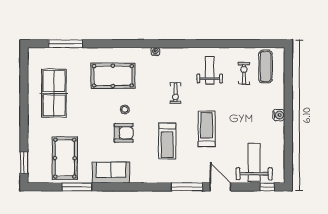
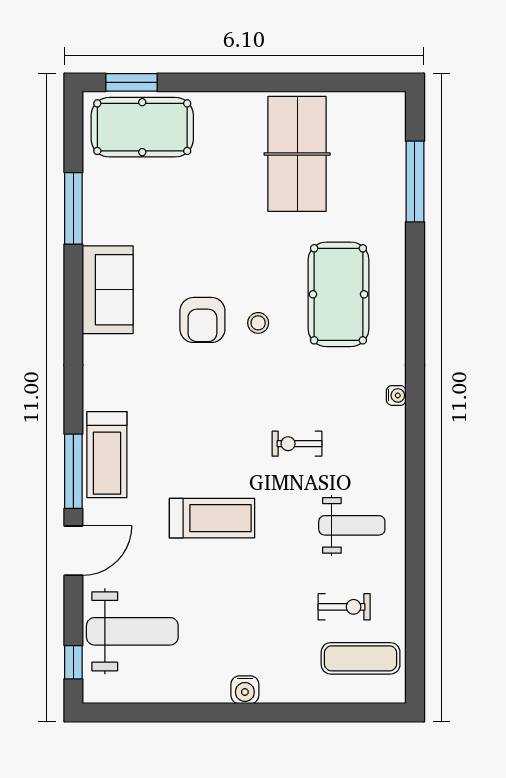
table tennis table: (54, 93) -> (297, 154), turned 90
treadmill: (167, 141) -> (107, 455), moved, turned -90
pool table: (65, 158) -> (142, 127), moved

